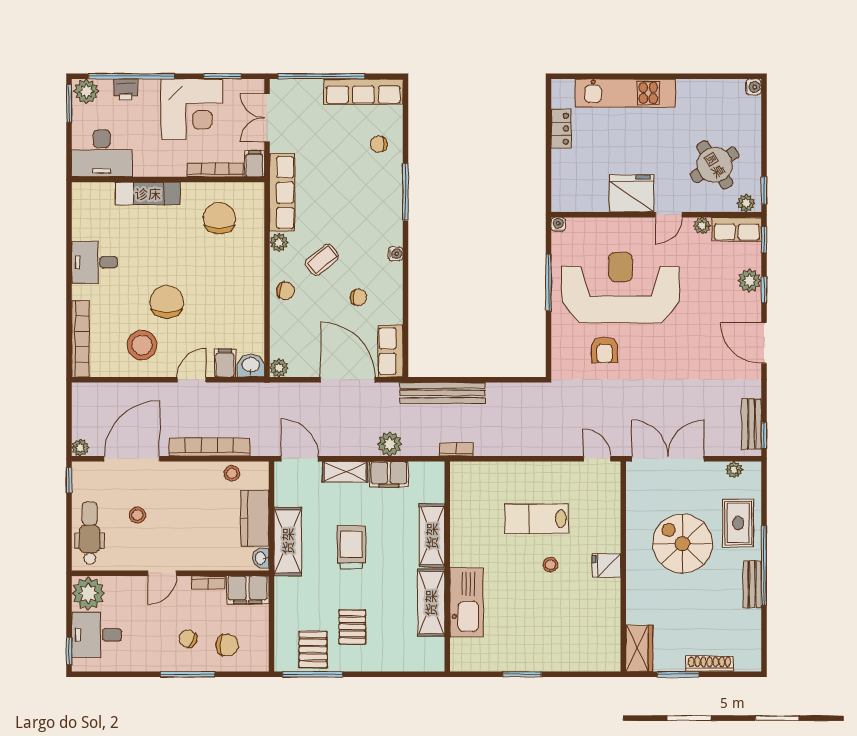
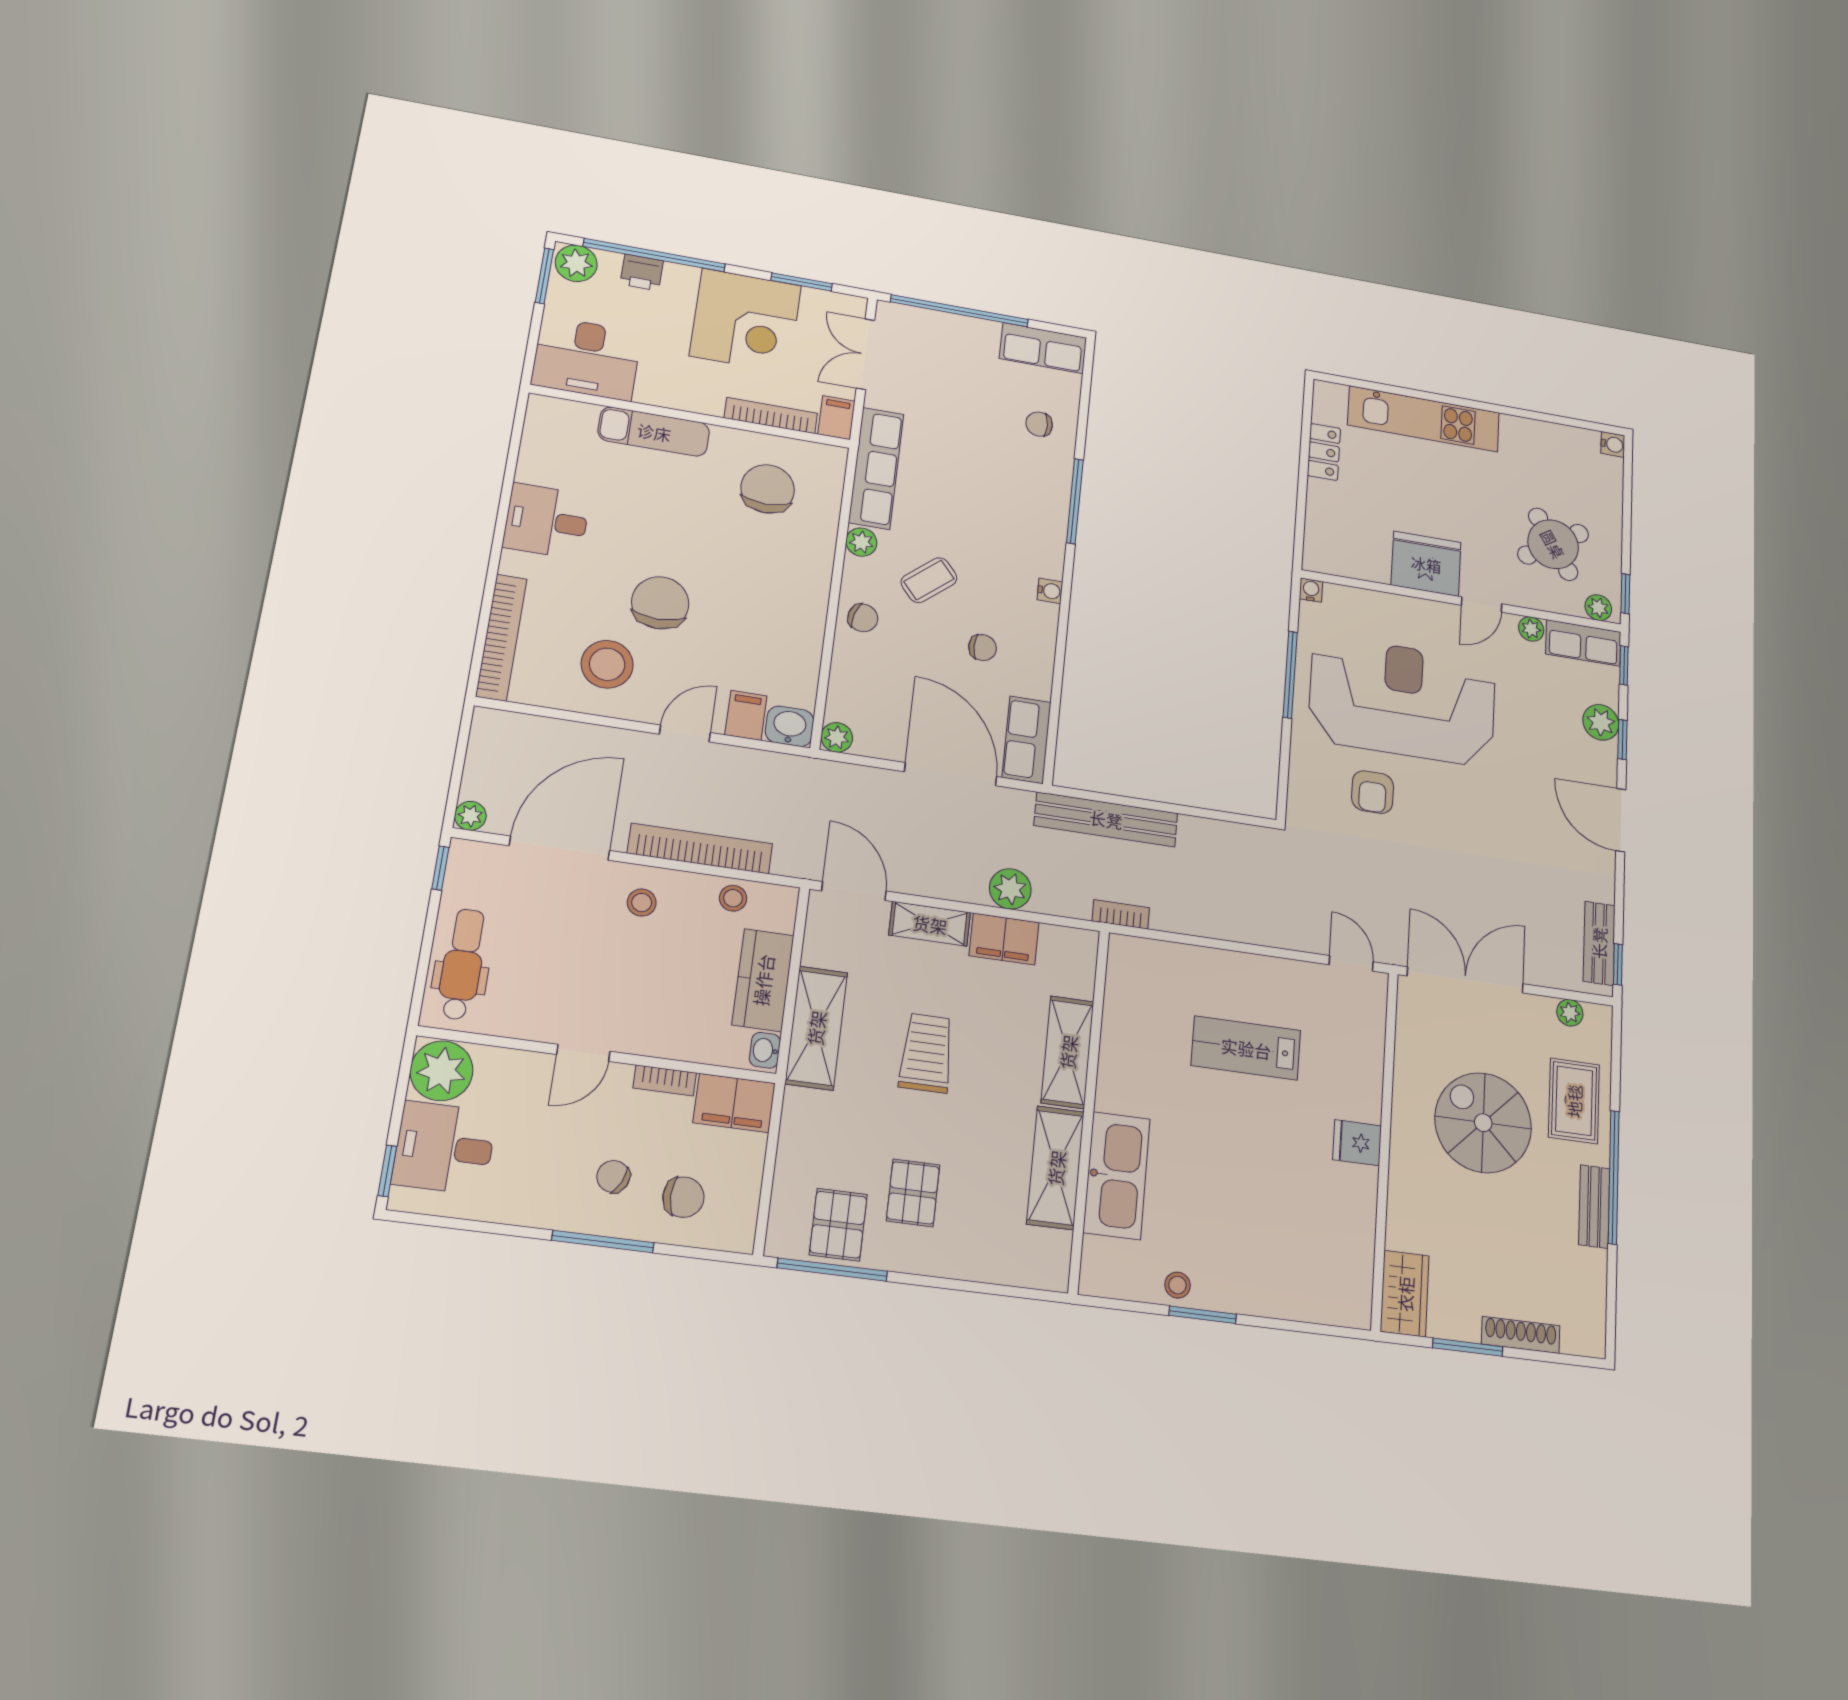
row of seats: (363, 92) -> (1043, 348), width x0.68
stool: (137, 515) -> (642, 903), moved
stool: (550, 565) -> (1178, 1285), moved

